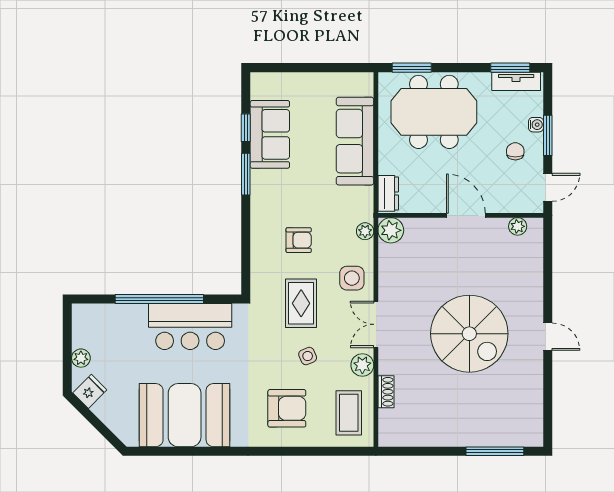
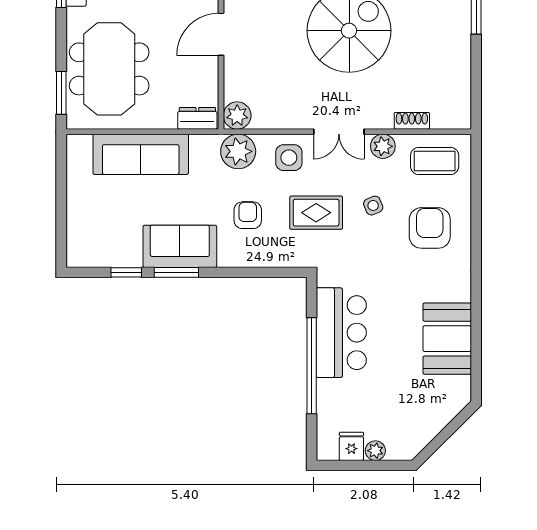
sofa: (270, 134) -> (180, 246), moved
plant: (365, 231) -> (238, 151), width x1.87, depth x1.87
fridge: (90, 391) -> (351, 446), moved, turned 45
booth: (185, 415) -> (447, 339), width x0.73, depth x0.70

